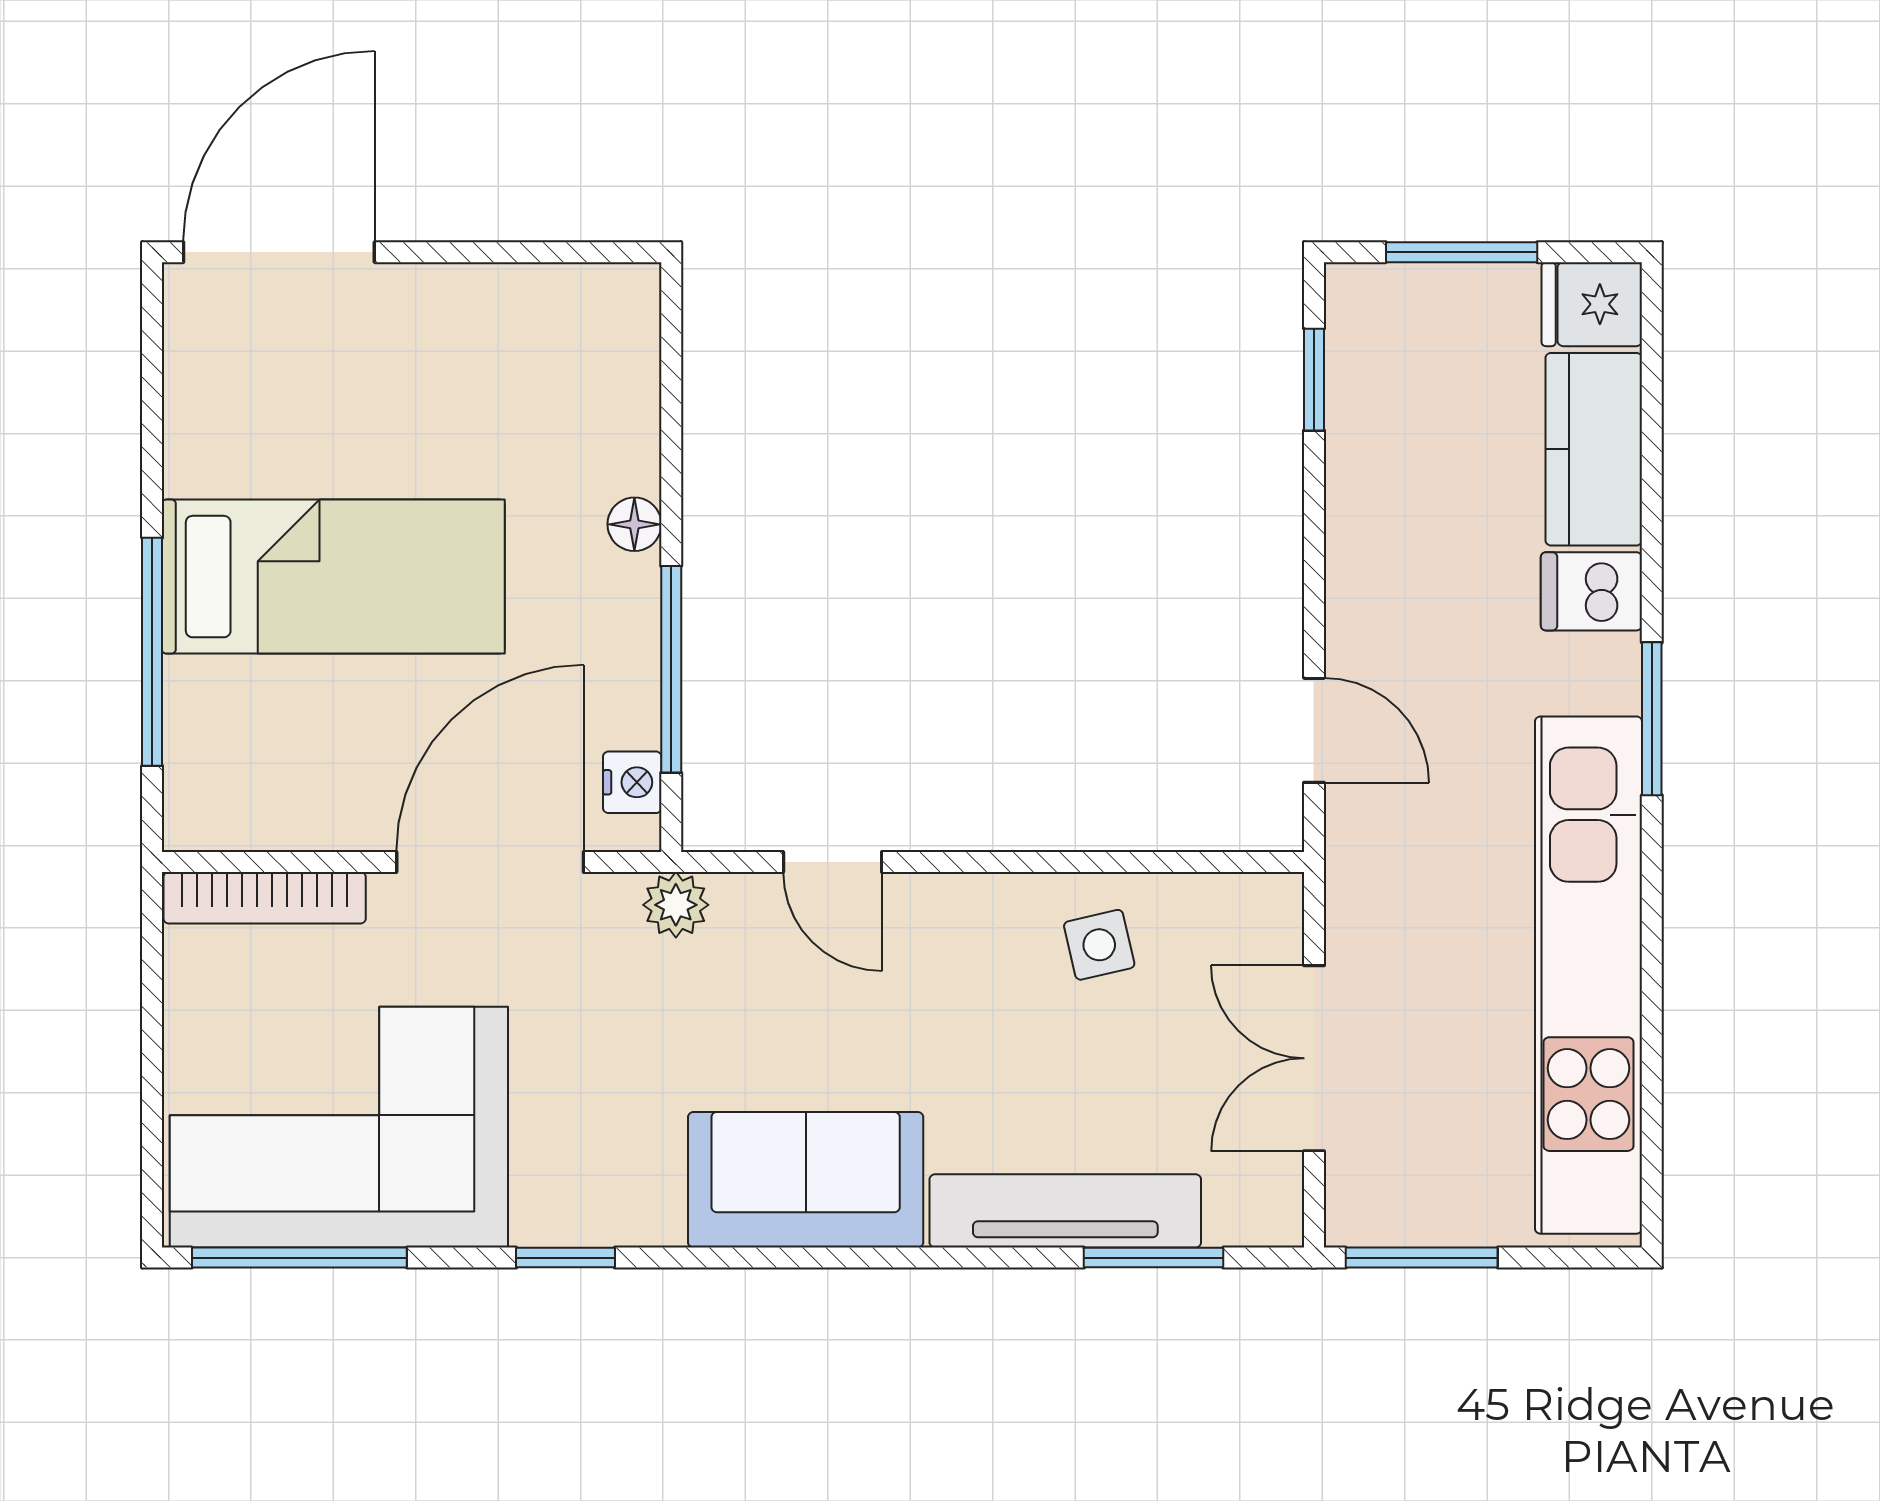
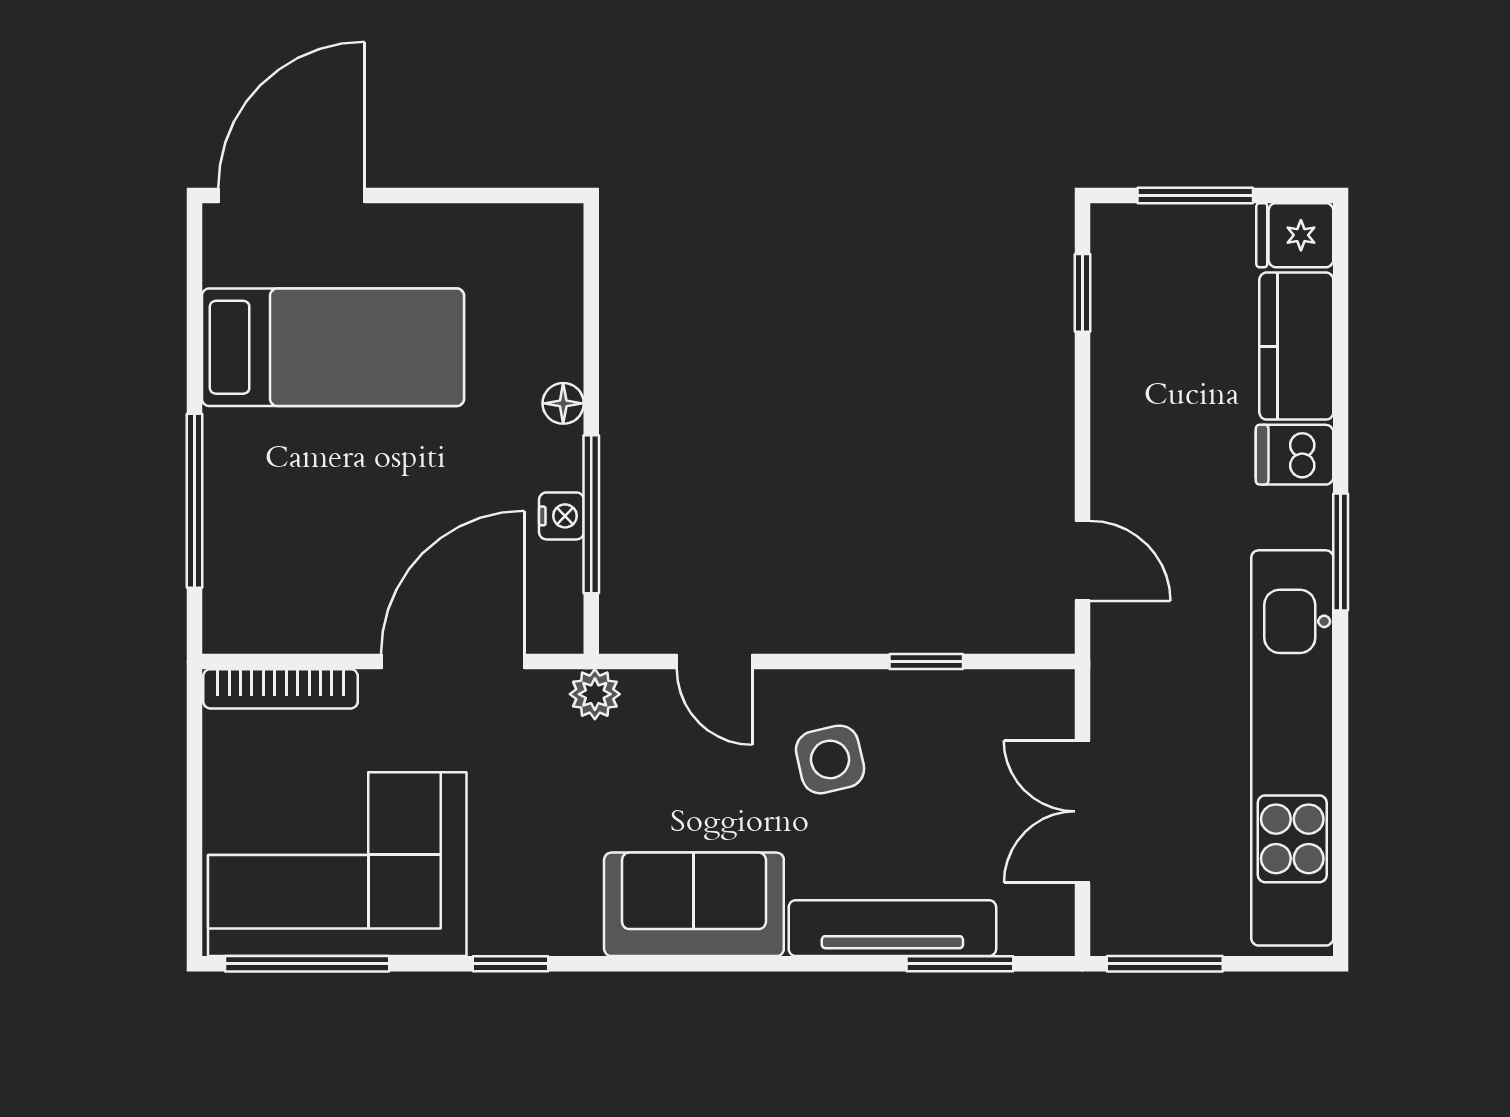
bed: (333, 577) -> (333, 347), moved
nightstand: (632, 782) -> (561, 516), moved
window: (1110, 862) -> (926, 662), added
side table: (1099, 945) -> (830, 759), moved, width x1.37, depth x1.37

